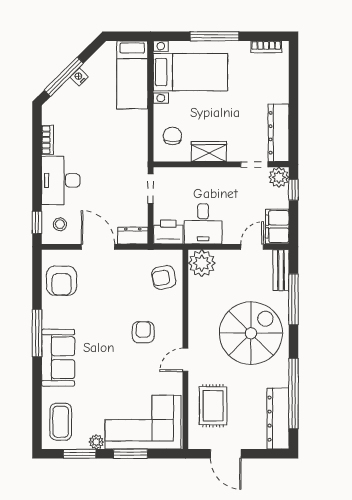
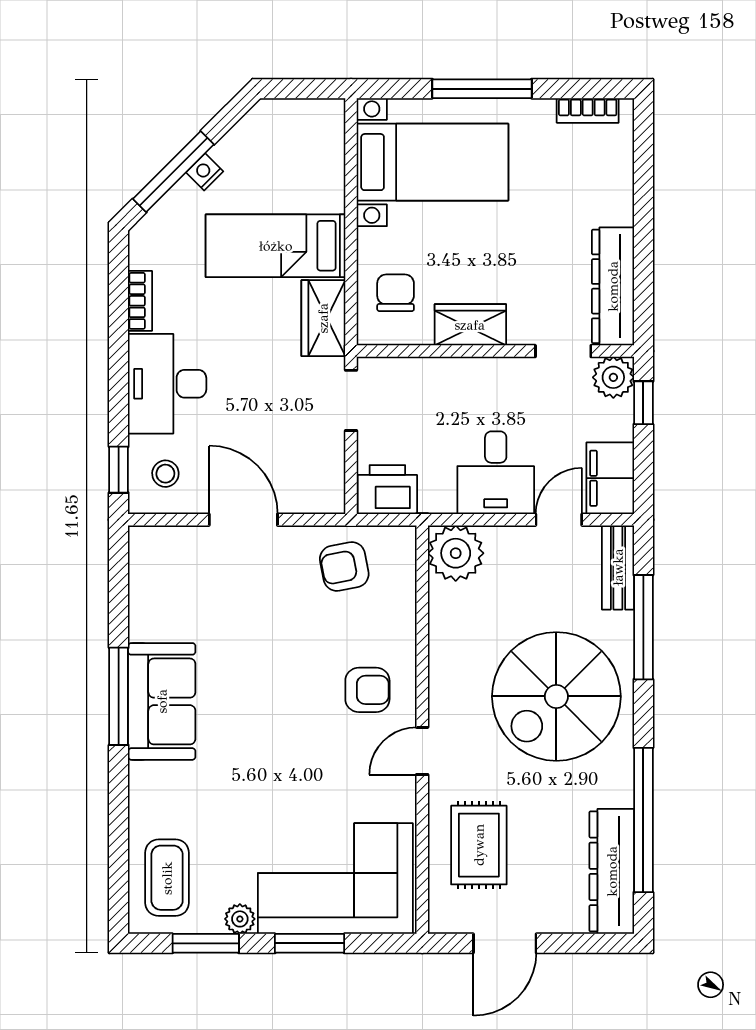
bed: (132, 75) -> (276, 246), moved, turned 90
wardrobe: (137, 148) -> (323, 318), added
desk: (203, 224) -> (496, 473), moved
dresser: (133, 236) -> (315, 497), removed
armchair: (164, 277) -> (344, 566), moved
armchair: (62, 281) -> (169, 589), removed
armchair: (143, 332) -> (367, 690), moved, turned 90
spiral stairs: (251, 333) -> (556, 696), turned 180
sofa: (58, 358) -> (162, 701), moved
door: (226, 454) -> (505, 943), hinge flipped

